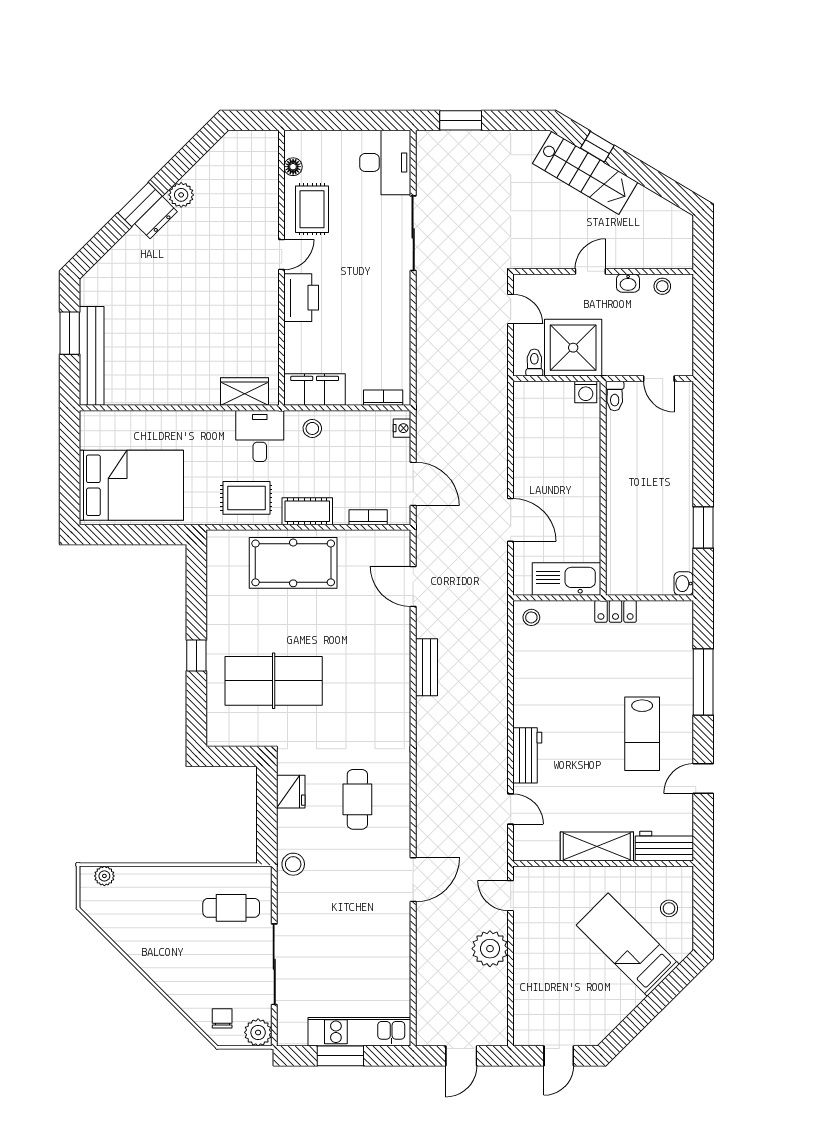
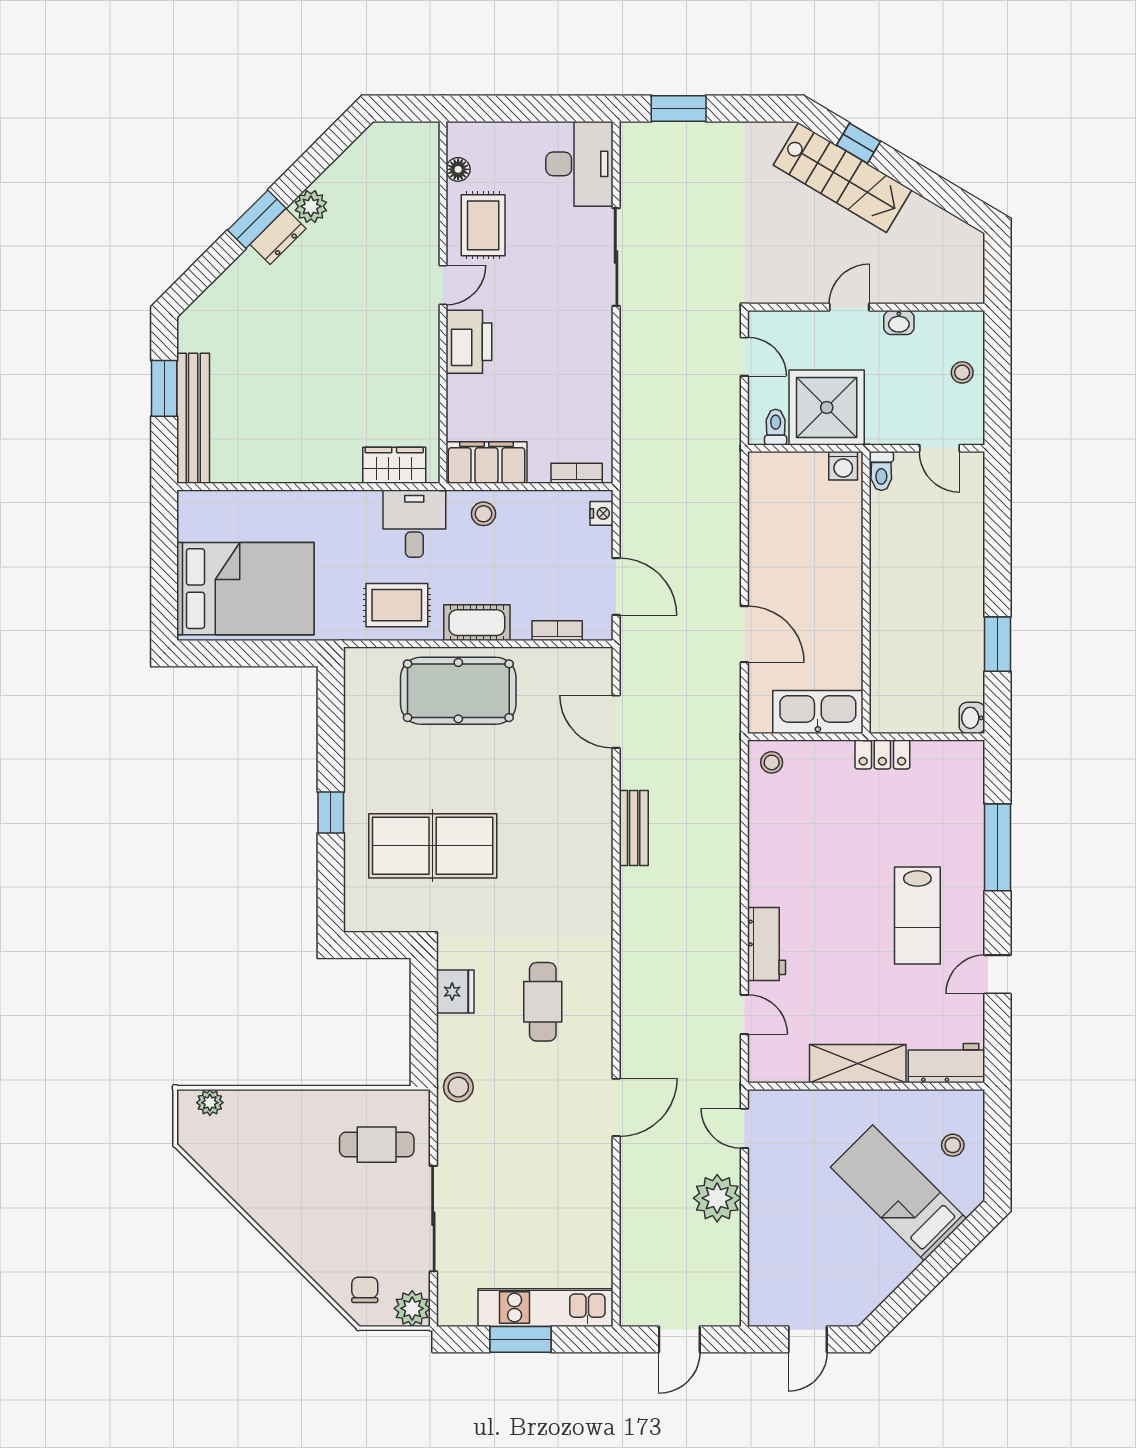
stool: (662, 286) -> (962, 372), moved

